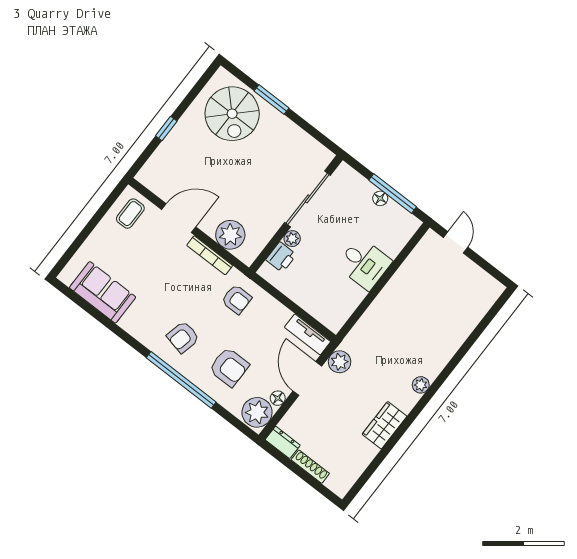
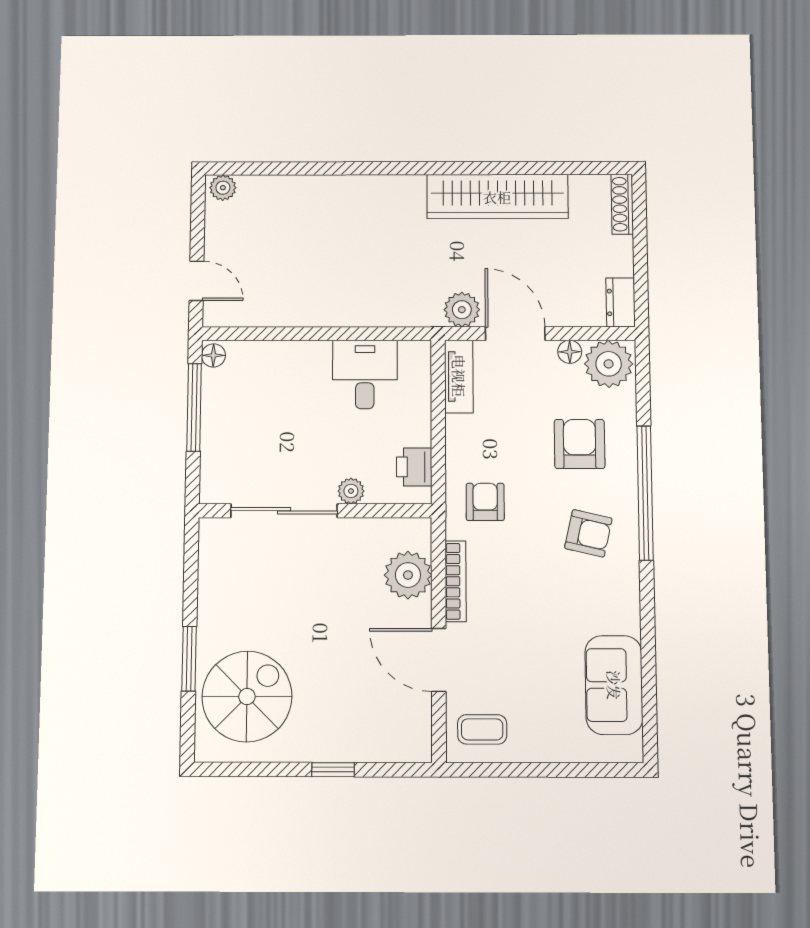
floor lamp: (380, 198) -> (213, 355), moved
door: (456, 242) -> (196, 281), swing flipped
printer: (281, 257) -> (414, 467), moved, turned -90
desk: (364, 264) -> (365, 374), moved
door: (307, 379) -> (515, 334), swing flipped
plant: (421, 385) -> (223, 188), moved
wardrobe: (385, 425) -> (497, 197), width x2.10, depth x1.17
shoe rack: (310, 467) -> (622, 204), moved

